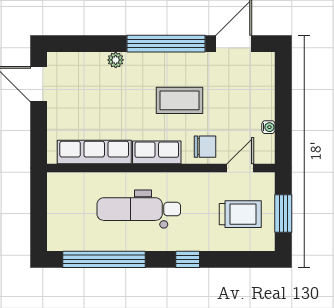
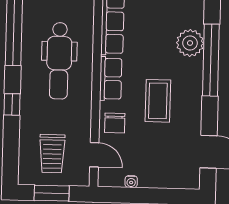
window: (166, 44) -> (211, 60), moved
plant: (116, 60) -> (190, 43), width x1.88, depth x1.88
dental chair: (139, 209) -> (59, 61), turned 180

